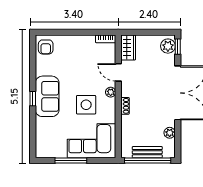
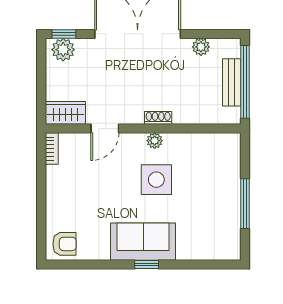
plant: (111, 92) -> (155, 141), moved
corner sofa: (91, 141) -> (214, 171), removed

